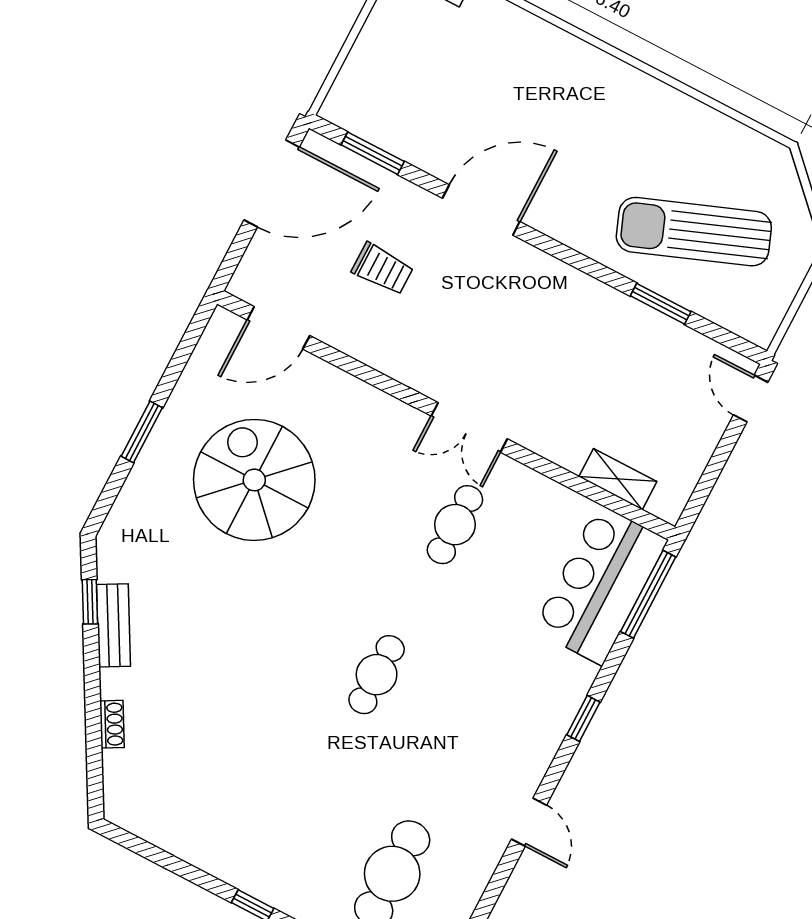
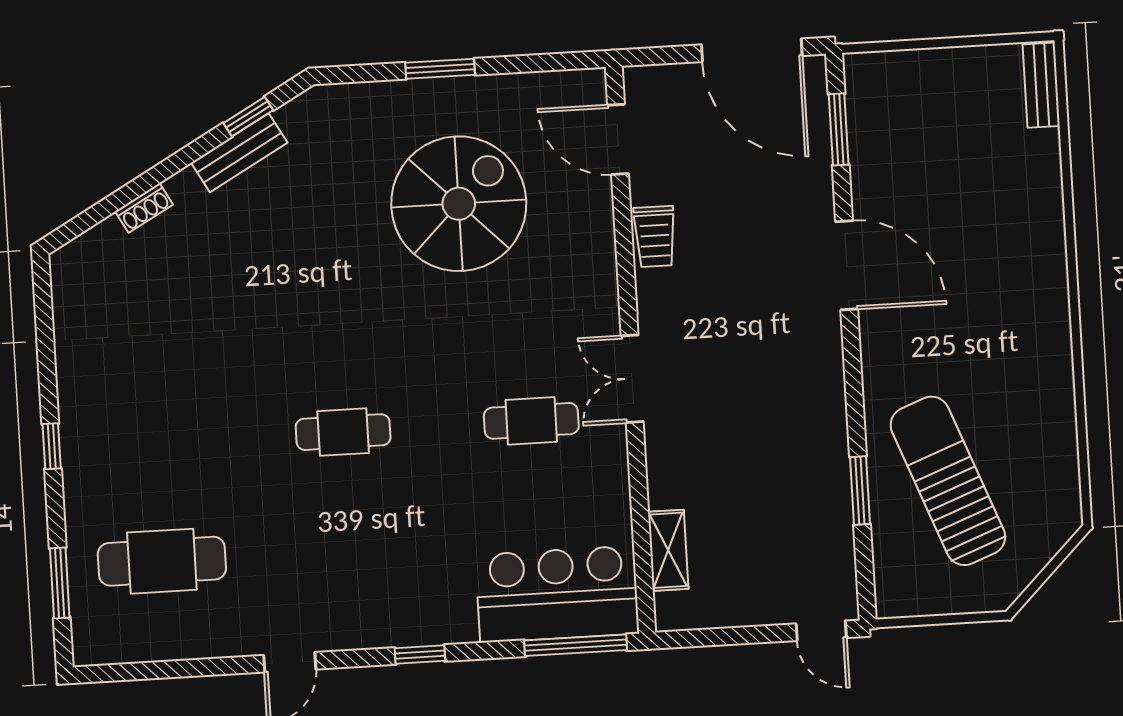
trolley: (383, 269) -> (655, 236), moved
door: (751, 399) -> (821, 631), swing flipped

